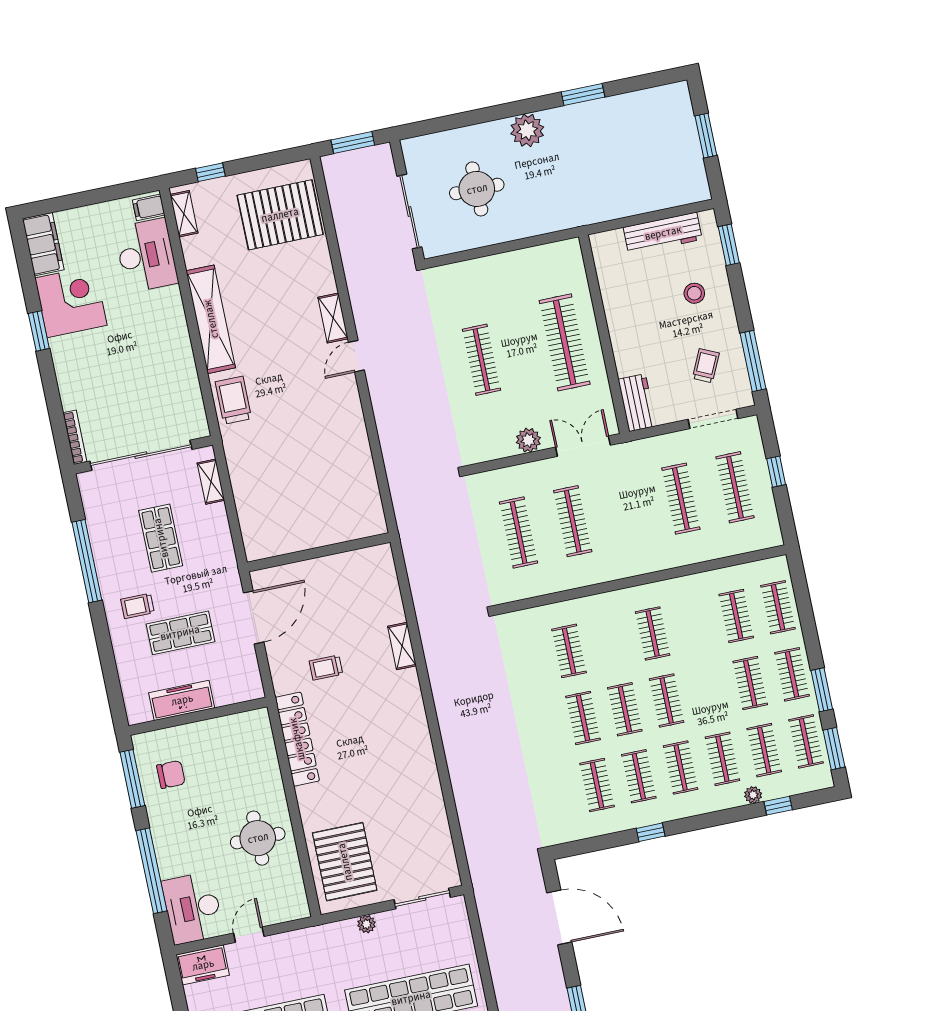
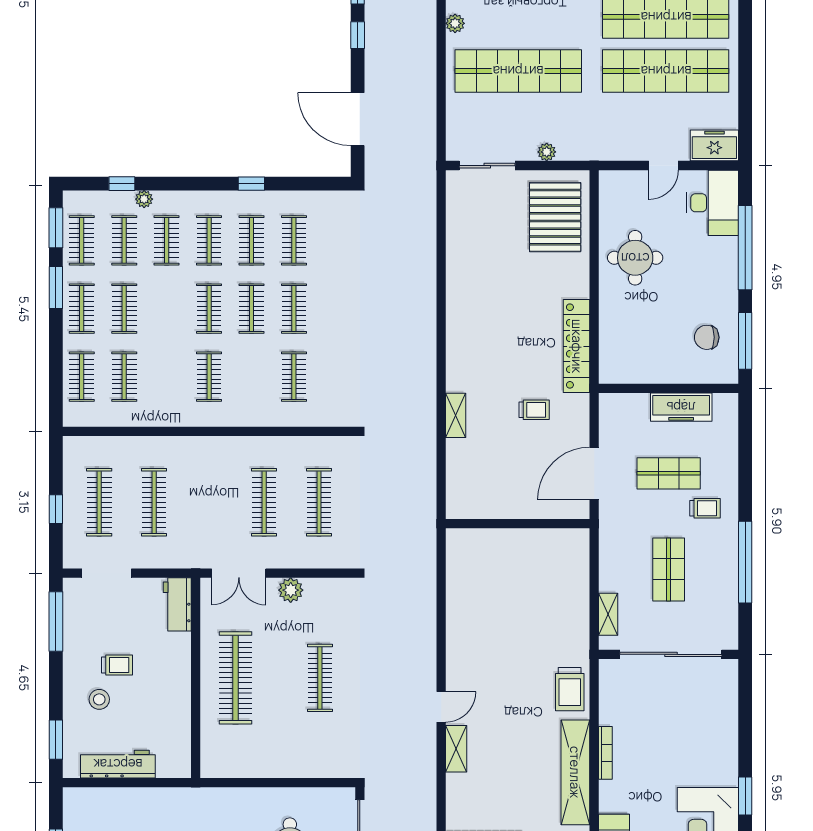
trolley: (706, 366) -> (117, 665), moved, turned -115
bookcase: (75, 437) -> (605, 753), moved, turned 180

